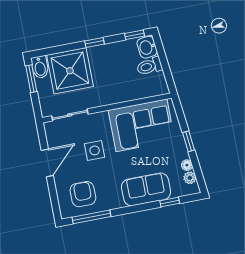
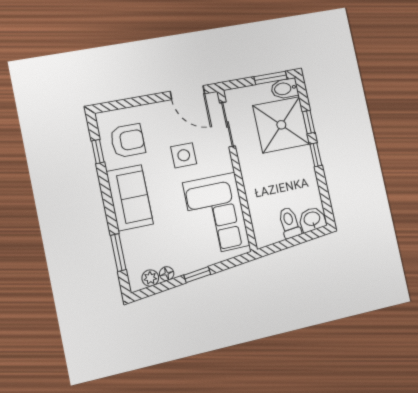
window: (135, 35) -> (309, 122), moved
door: (47, 163) -> (188, 93), moved
sofa: (146, 189) -> (130, 198), moved
window: (170, 202) -> (118, 253), width x1.50
window: (91, 217) -> (98, 152), width x0.46

